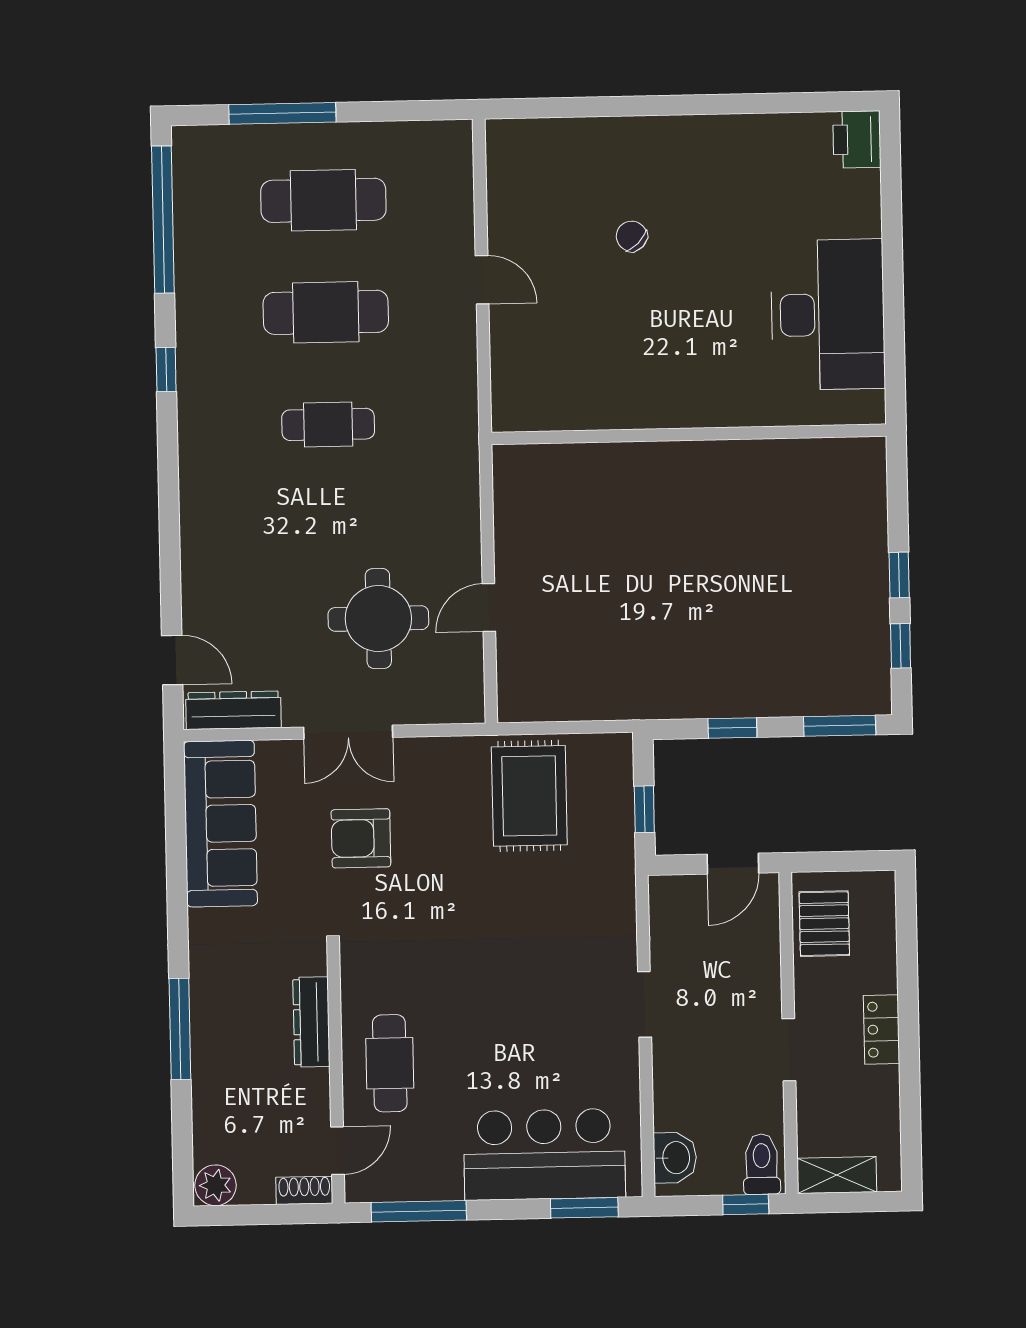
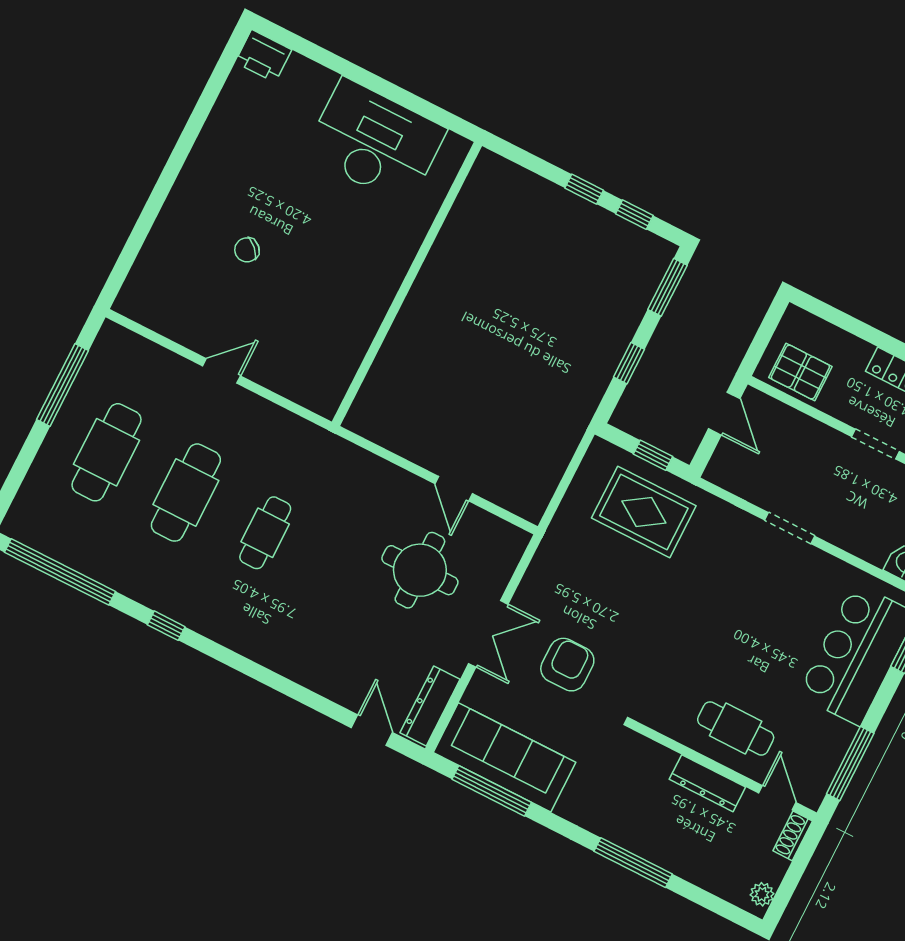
window: (282, 113) -> (63, 385), moved
door: (172, 660) -> (372, 730), hinge flipped
rug: (529, 796) -> (644, 512), moved
window: (176, 829) -> (492, 791), added
armchair: (361, 838) -> (567, 665), turned 180
dresser: (311, 1022) -> (707, 783), moved
plant: (215, 1185) -> (762, 894), width x0.73, depth x0.73

